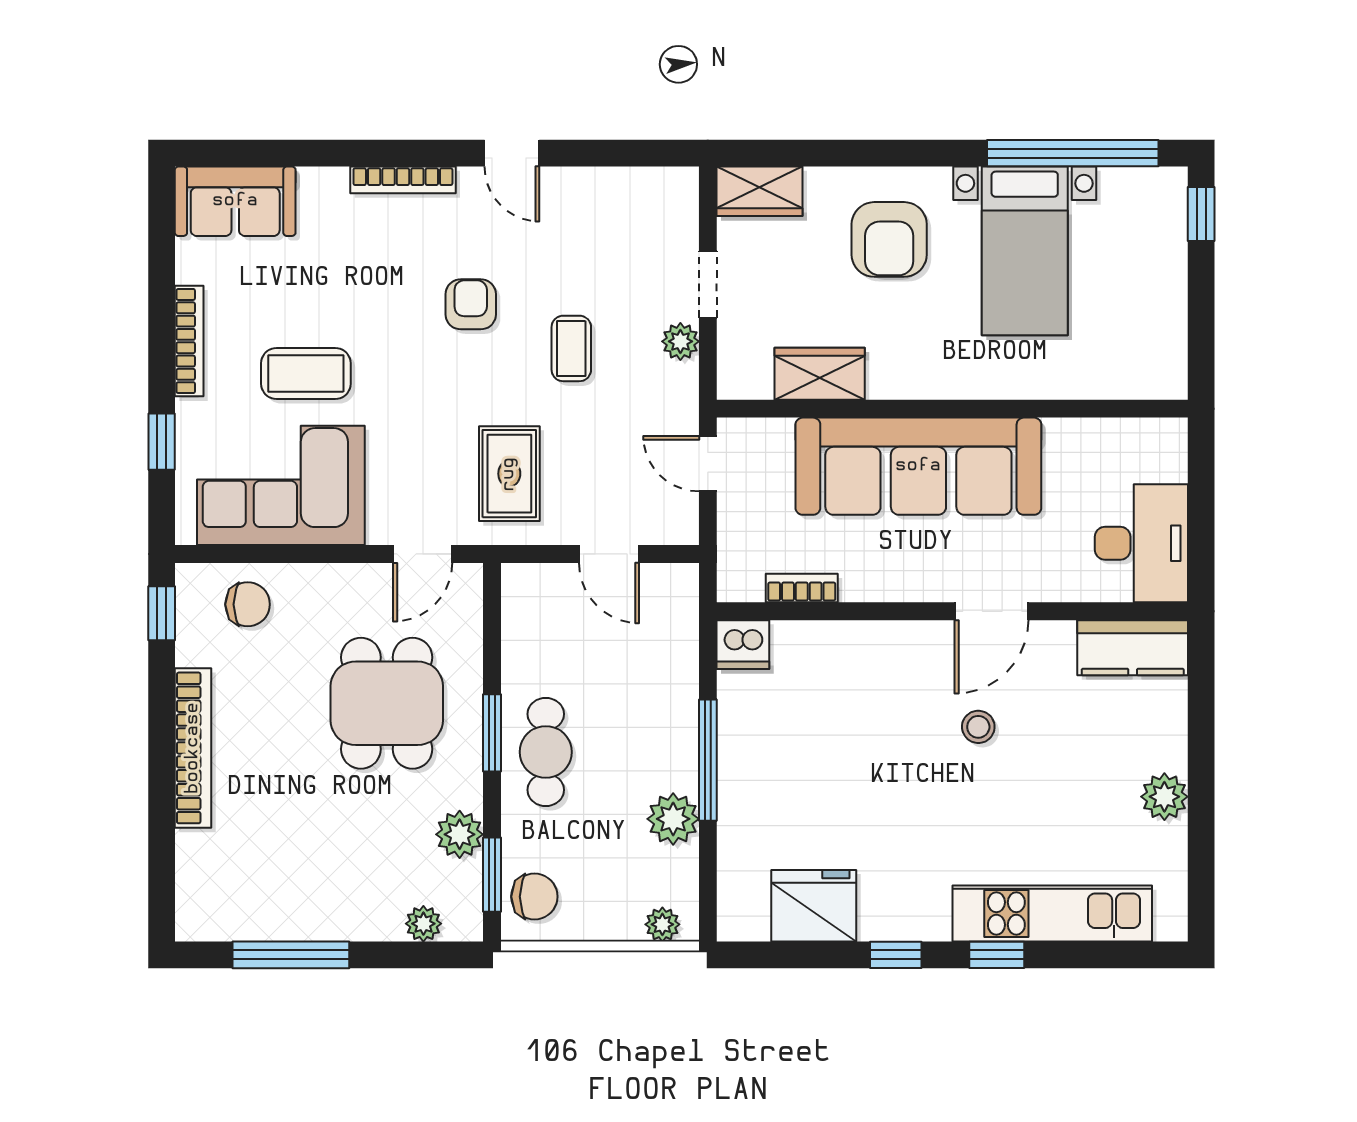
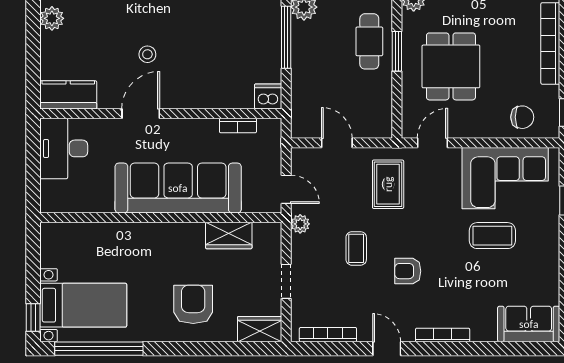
bed with nightstands: (1025, 251) -> (83, 305), moved, turned 90
armchair: (471, 304) -> (408, 271), turned 90
bookcase: (189, 341) -> (328, 335), moved, turned 90
plant: (680, 341) -> (300, 224), moved
chair: (248, 604) -> (522, 117), turned 180

